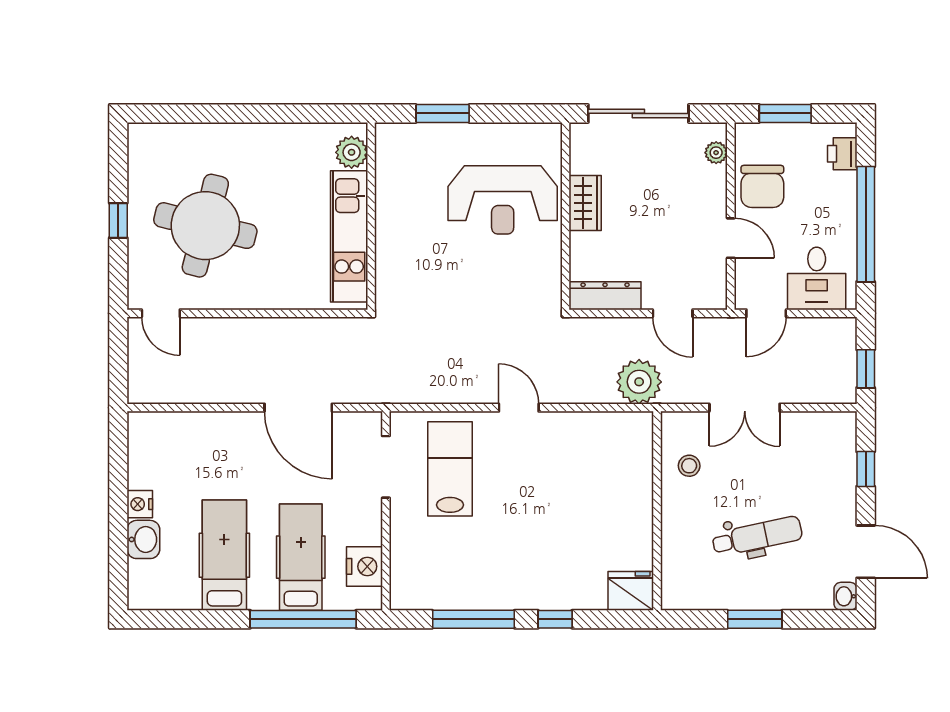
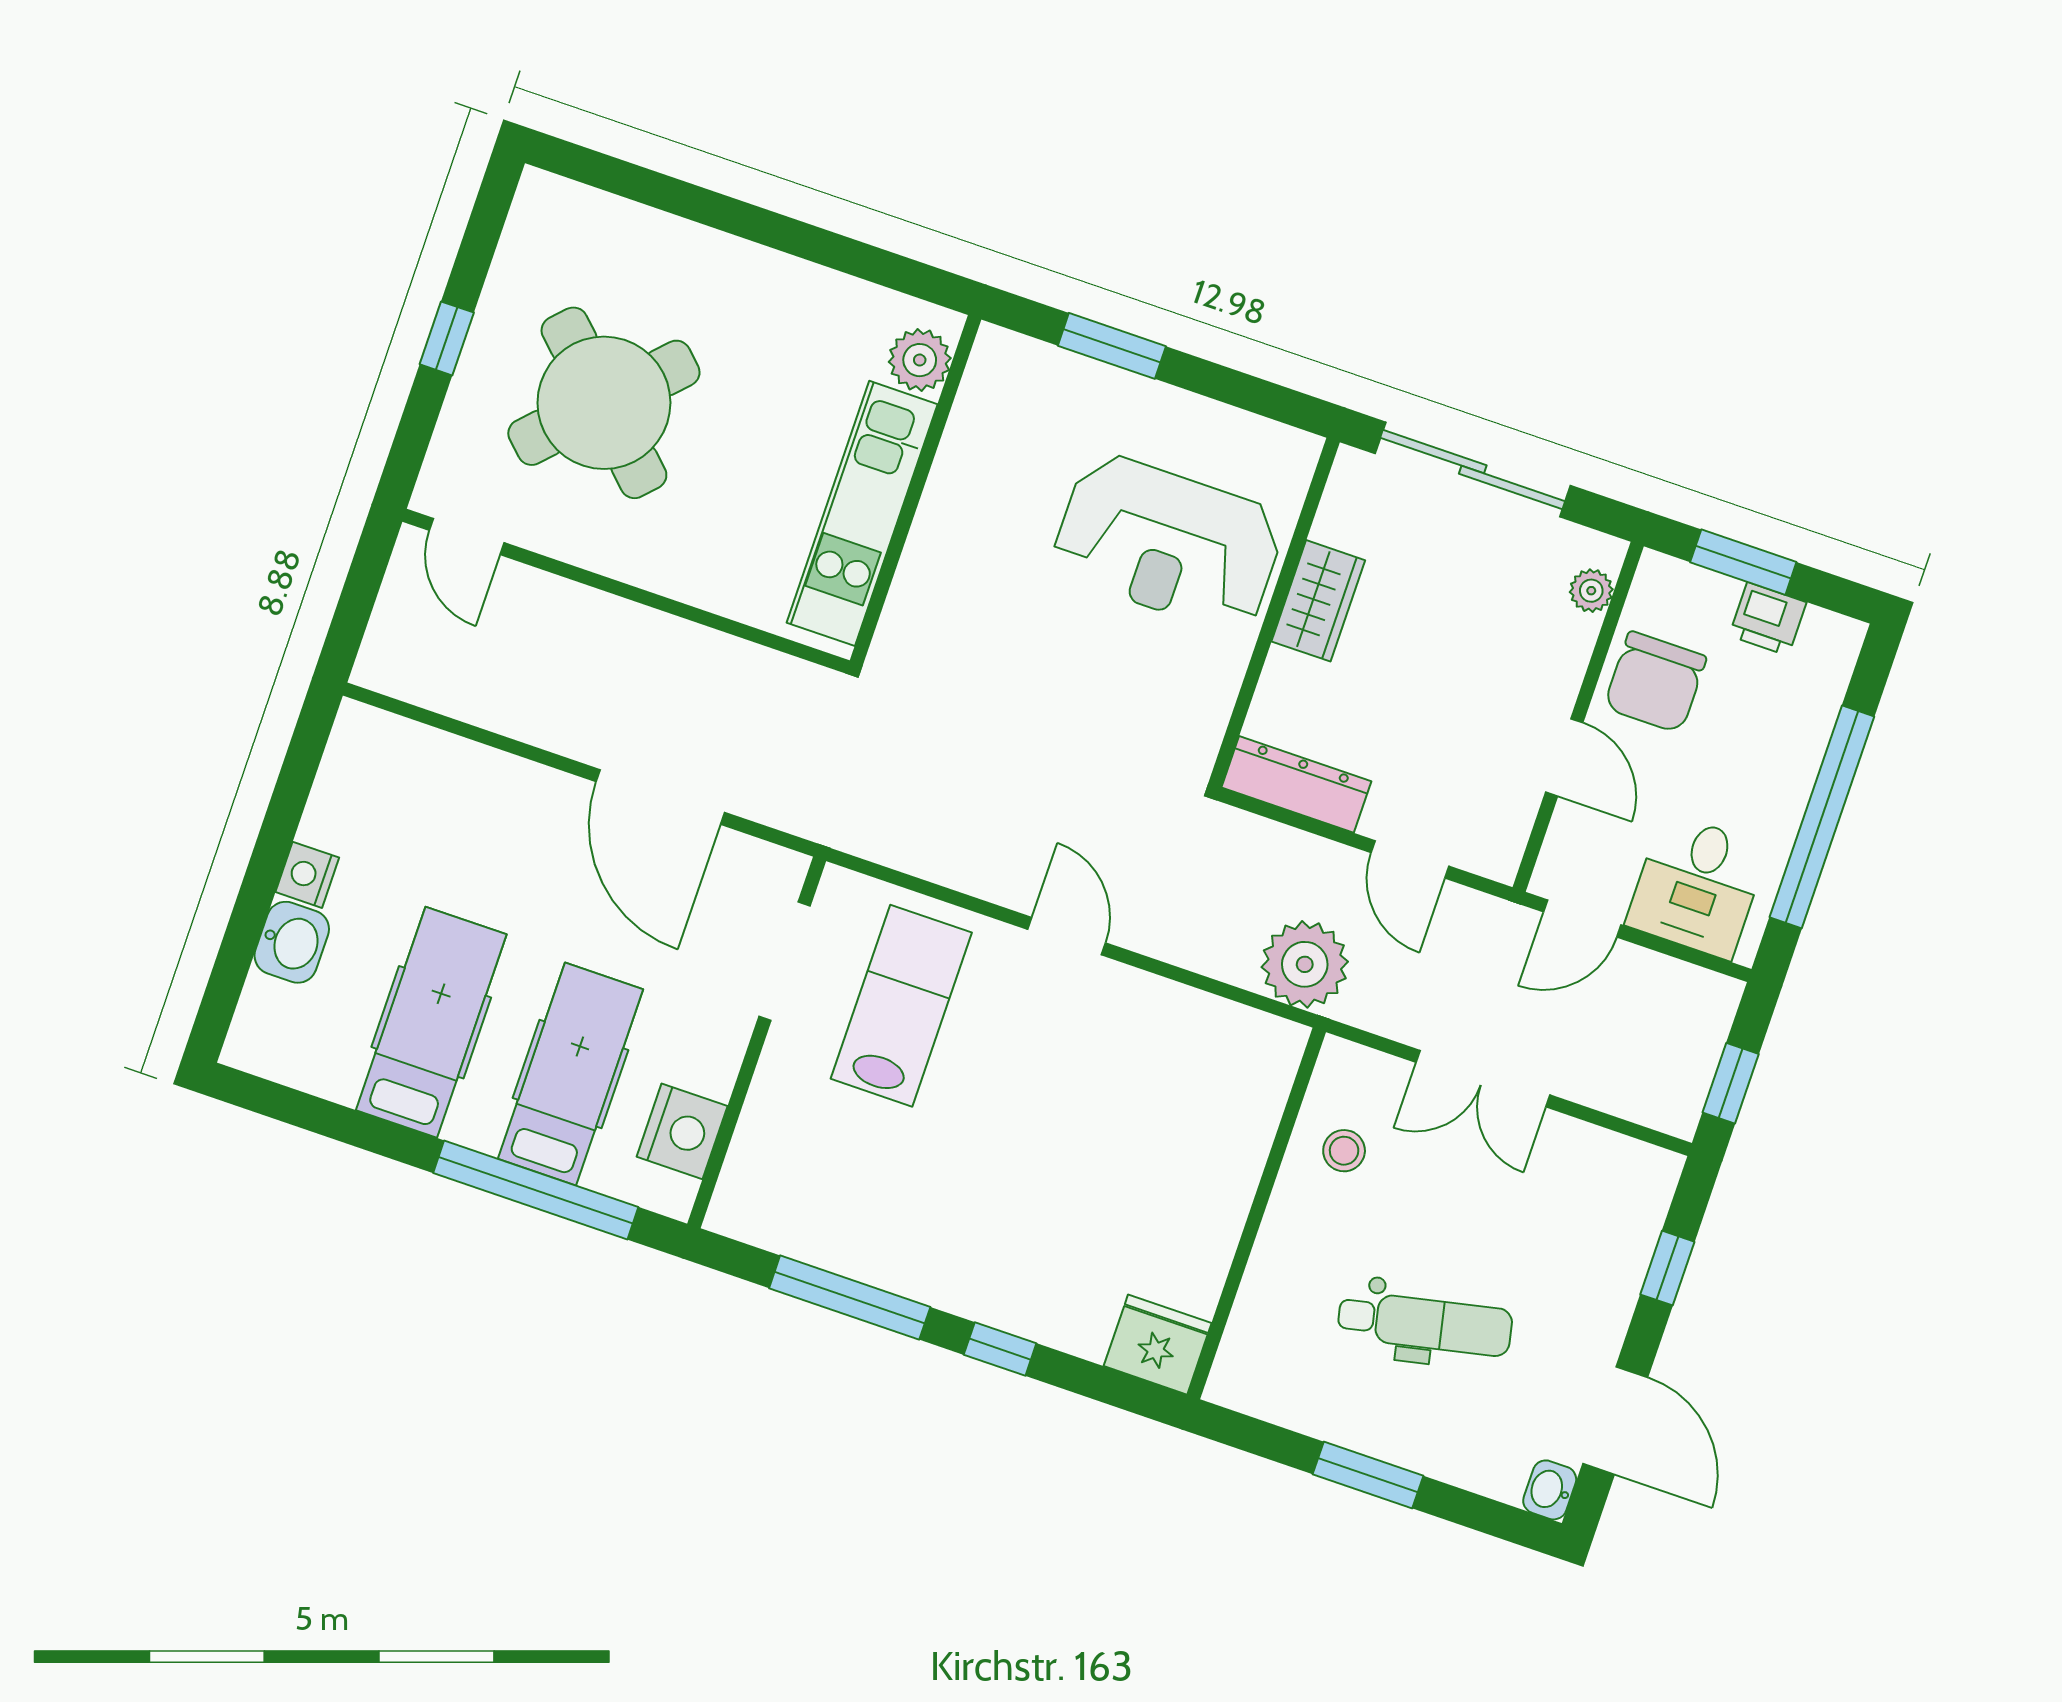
printer: (842, 154) -> (1768, 619), moved, turned -90
round table: (205, 226) -> (604, 403), turned 30

